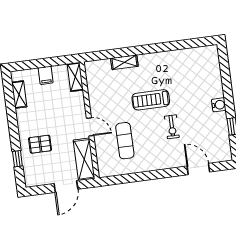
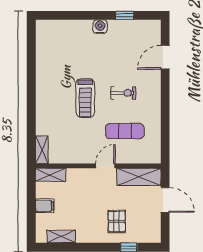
shelving: (124, 62) -> (42, 150), moved
exercise bike: (172, 127) -> (123, 93), moved

